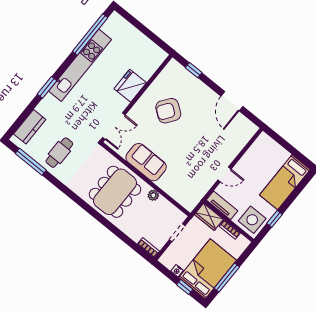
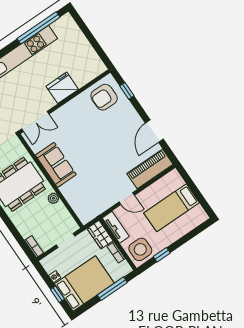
armchair: (168, 111) -> (104, 97), moved, turned -36
piano: (238, 139) -> (150, 169), added
bed: (285, 182) -> (172, 208), moved
window: (227, 278) -> (112, 289), moved

